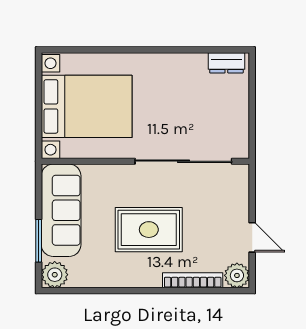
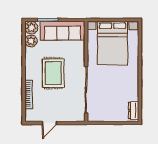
plant: (237, 275) -> (31, 41), moved

